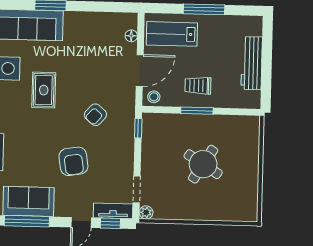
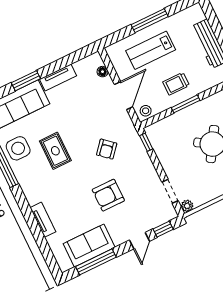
lab bench: (172, 34) -> (151, 50), moved
armchair: (73, 161) -> (108, 195), turned 99
tv unit: (113, 211) -> (58, 78), moved, turned 180

